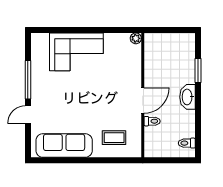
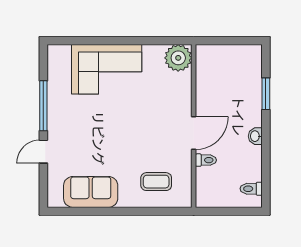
plant: (136, 38) -> (178, 58), width x1.87, depth x1.87
washbasin: (188, 97) -> (255, 136), width x0.52, depth x0.69
sofa: (64, 145) -> (91, 192), width x0.73

